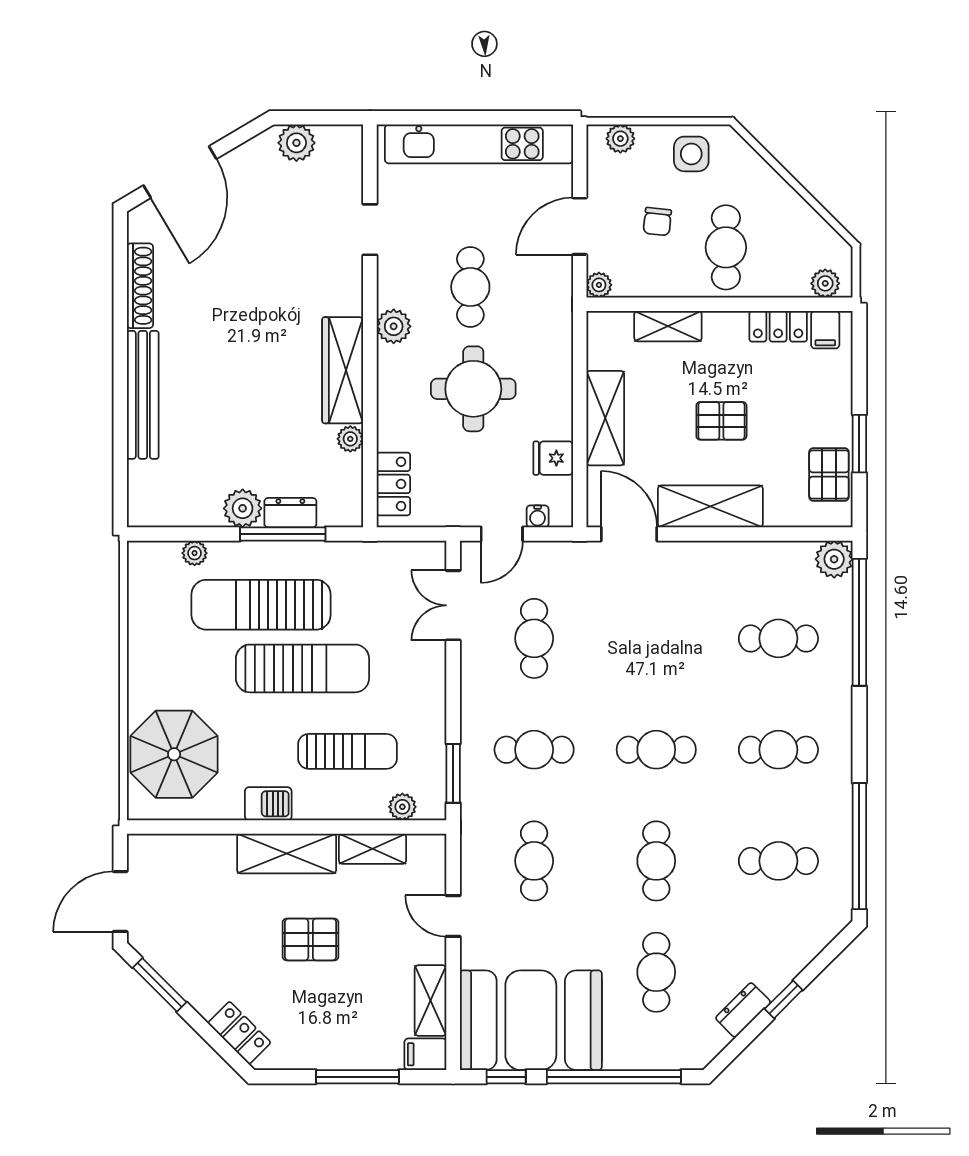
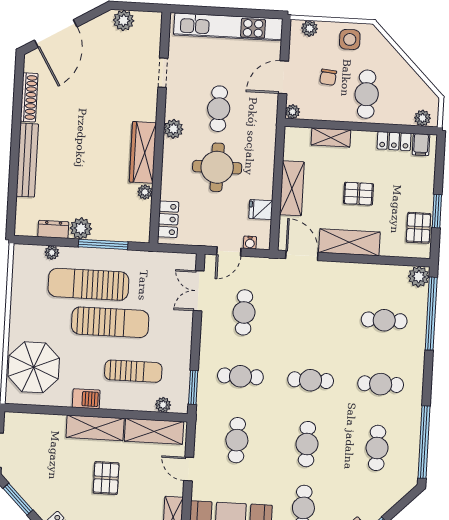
dresser: (290, 513) -> (53, 229), moved
shelving: (372, 849) -> (154, 431), width x1.50, depth x1.33
cafe table: (778, 861) -> (377, 448), turned 90
pallet: (311, 939) -> (106, 478), turned 90

